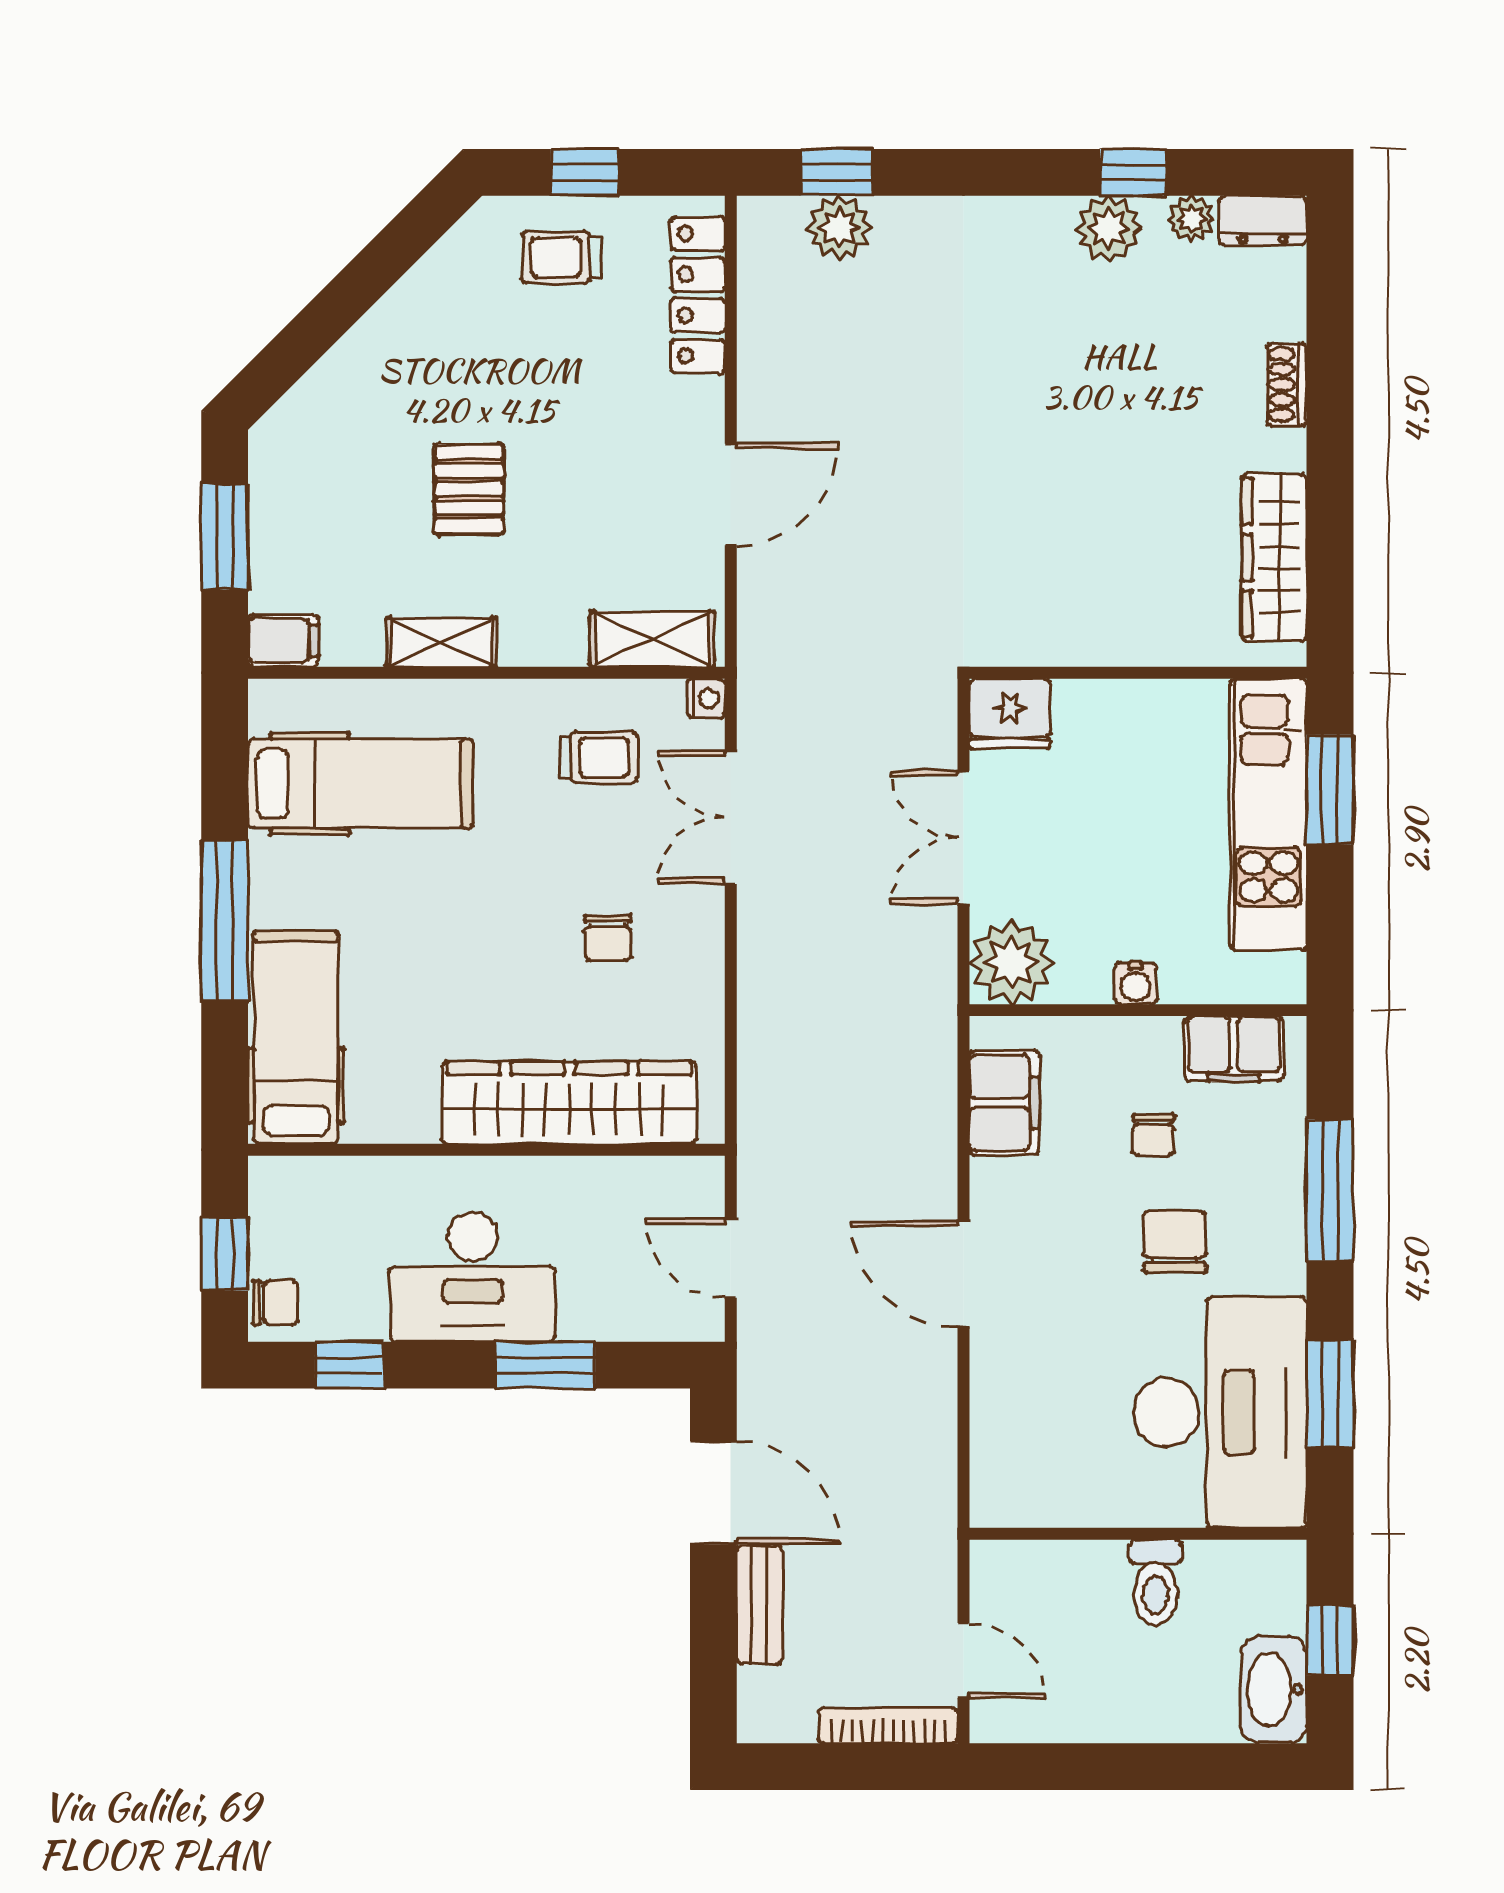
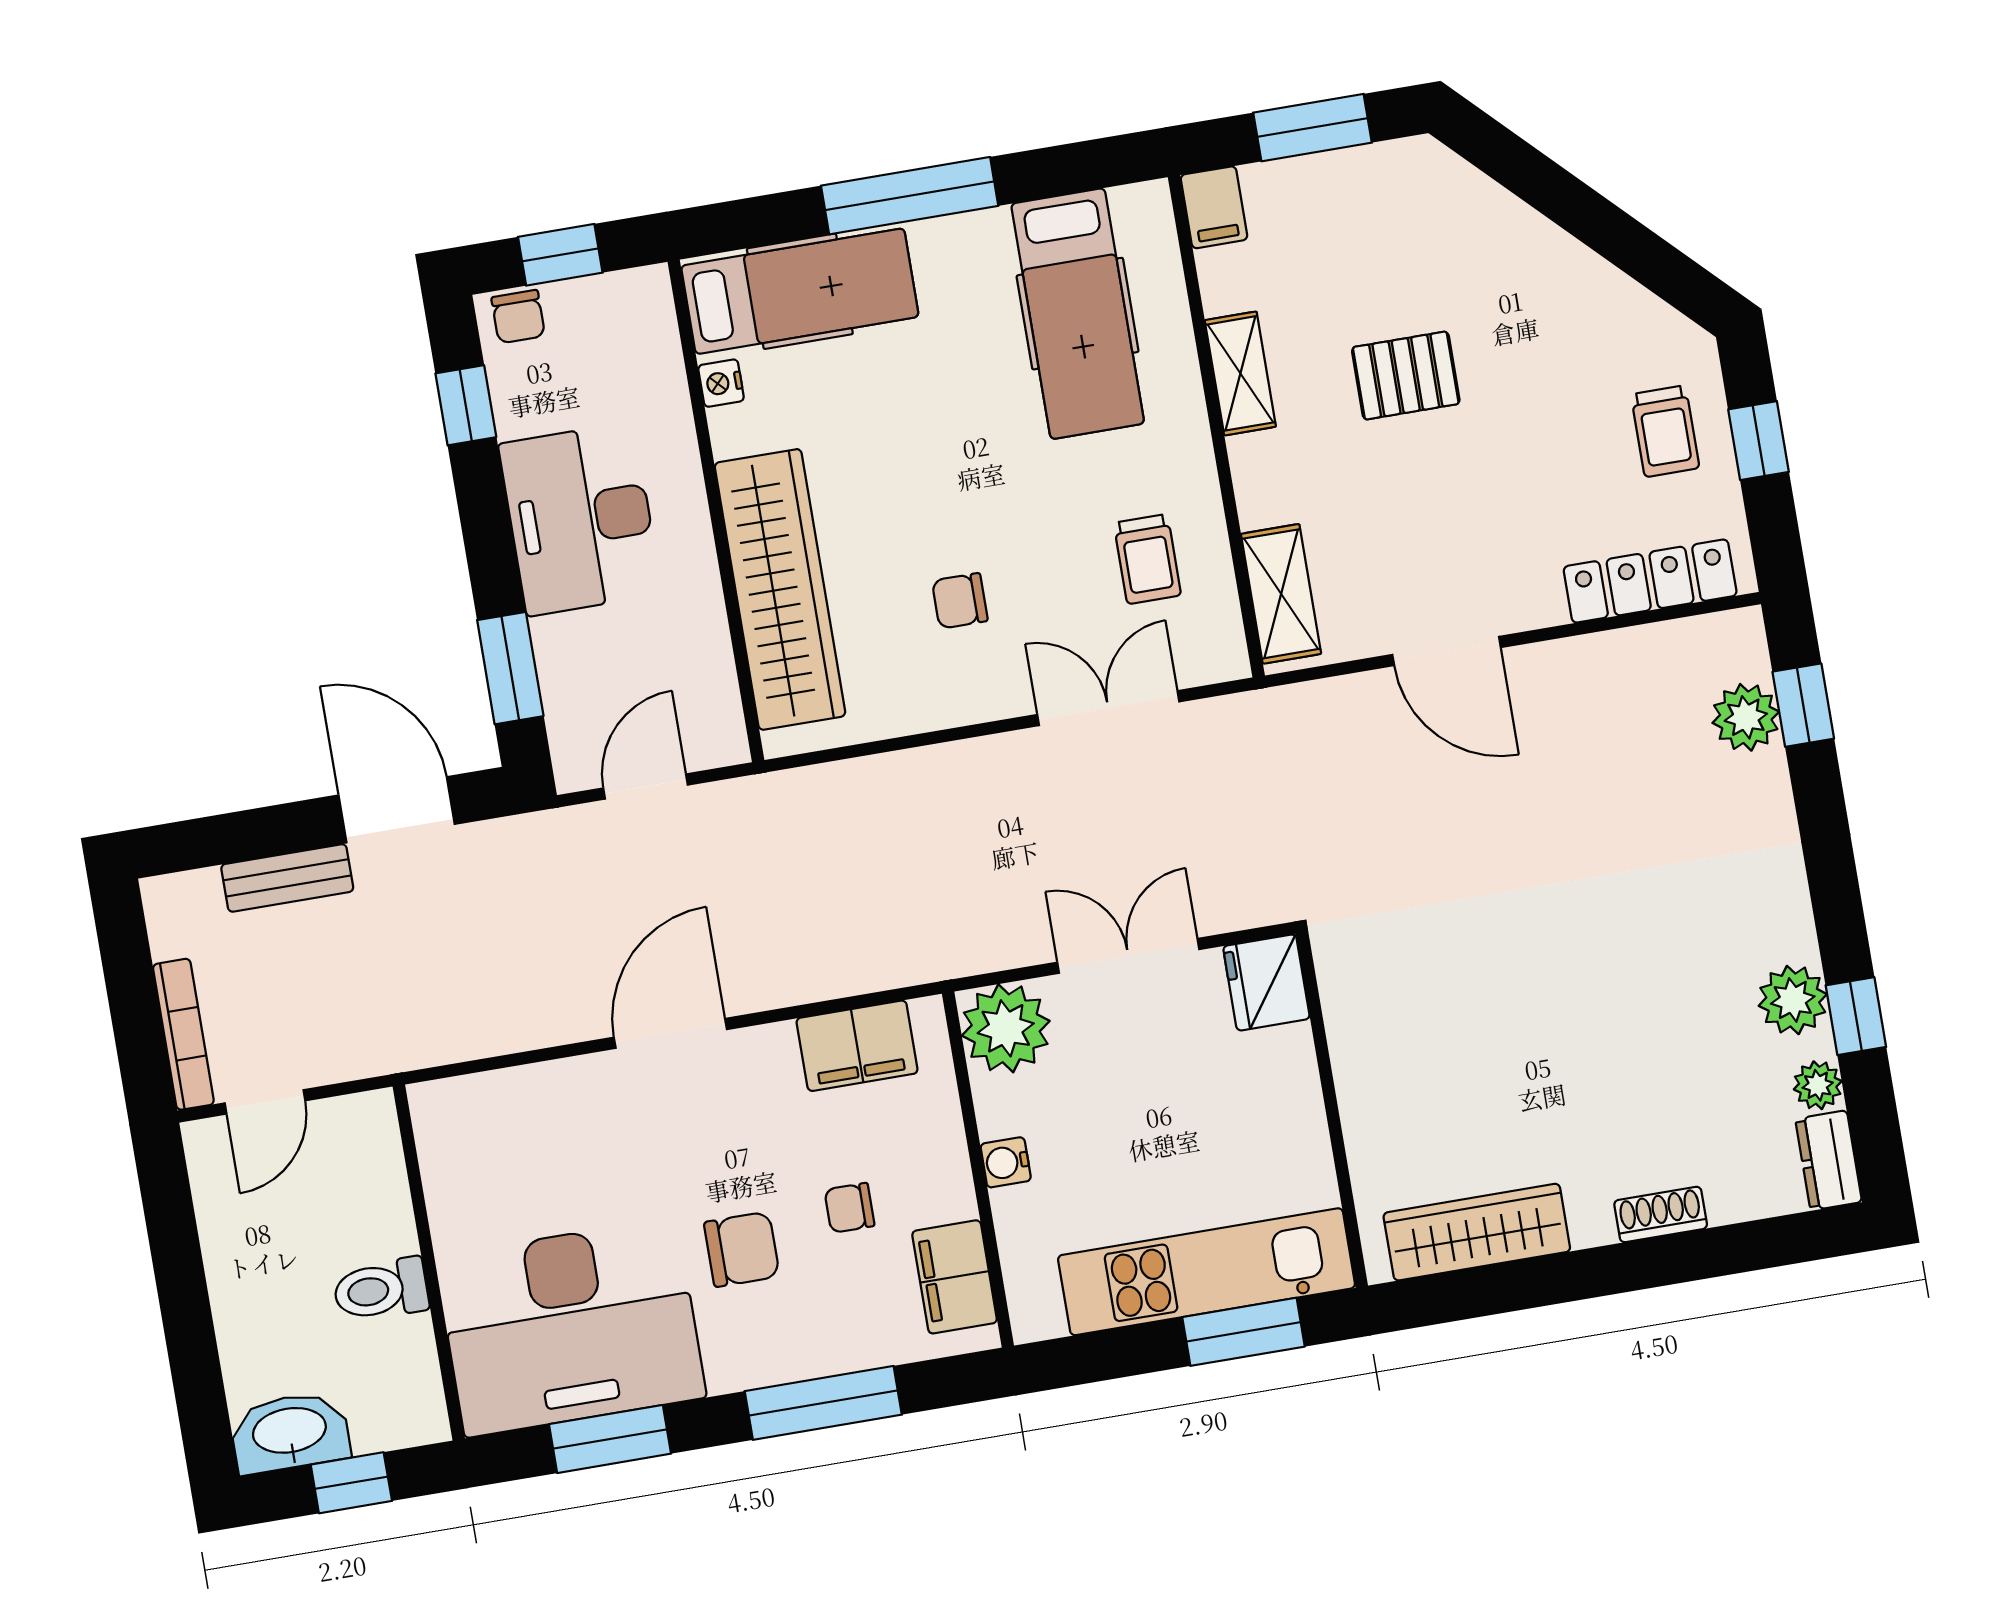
trolley: (561, 257) -> (1665, 431), turned 180
nightstand: (706, 699) -> (721, 383), moved, turned 90
window: (545, 1365) -> (510, 668), moved
door: (713, 1493) -> (397, 810), swing flipped

